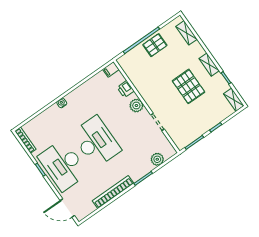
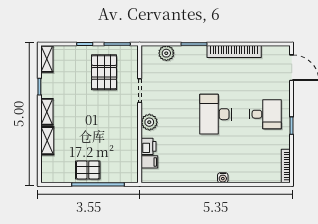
shelving: (187, 33) -> (47, 141), moved
filing cabinet: (111, 69) -> (149, 162), moved
pallet: (189, 86) -> (104, 72), moved
desk: (96, 142) -> (216, 114), width x0.73, depth x0.77
desk: (63, 165) -> (265, 114), width x0.53, depth x0.77

